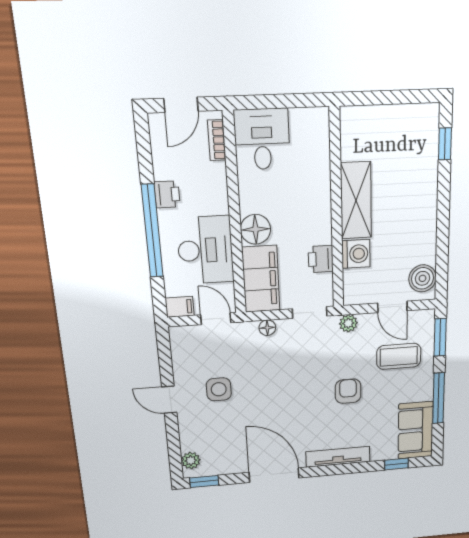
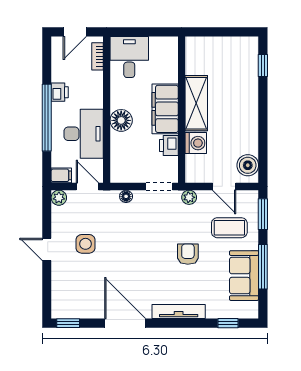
filing cabinet: (261, 279) -> (165, 109), moved, turned 180
sofa: (416, 430) -> (244, 276), moved
plant: (191, 461) -> (59, 198), moved

